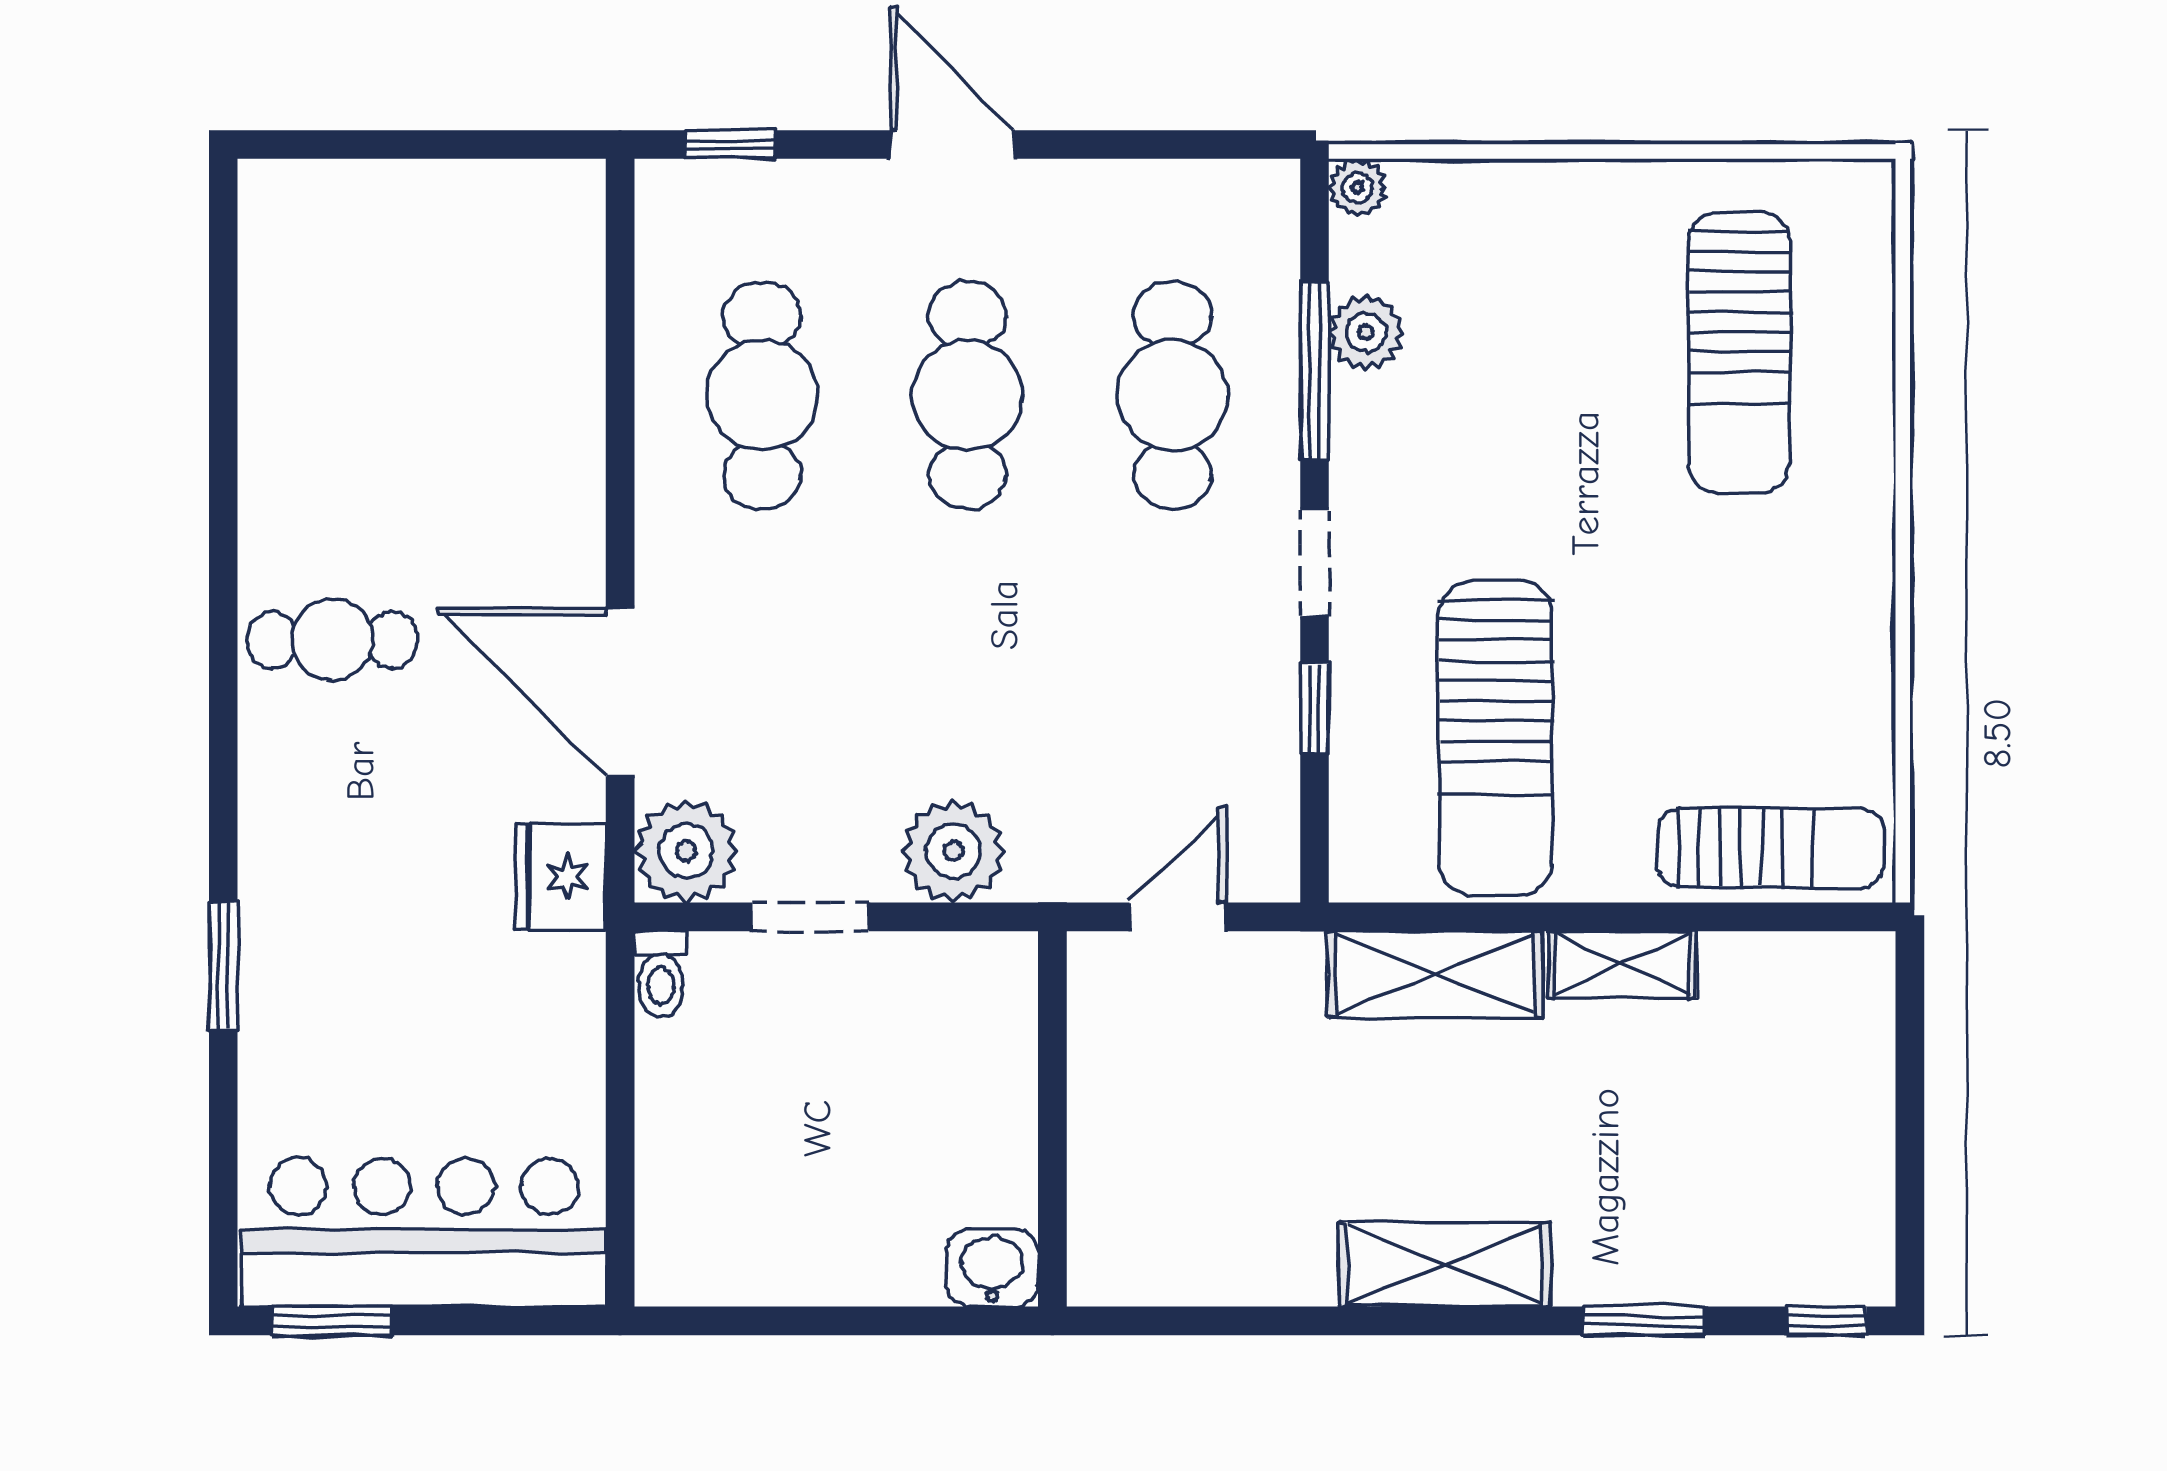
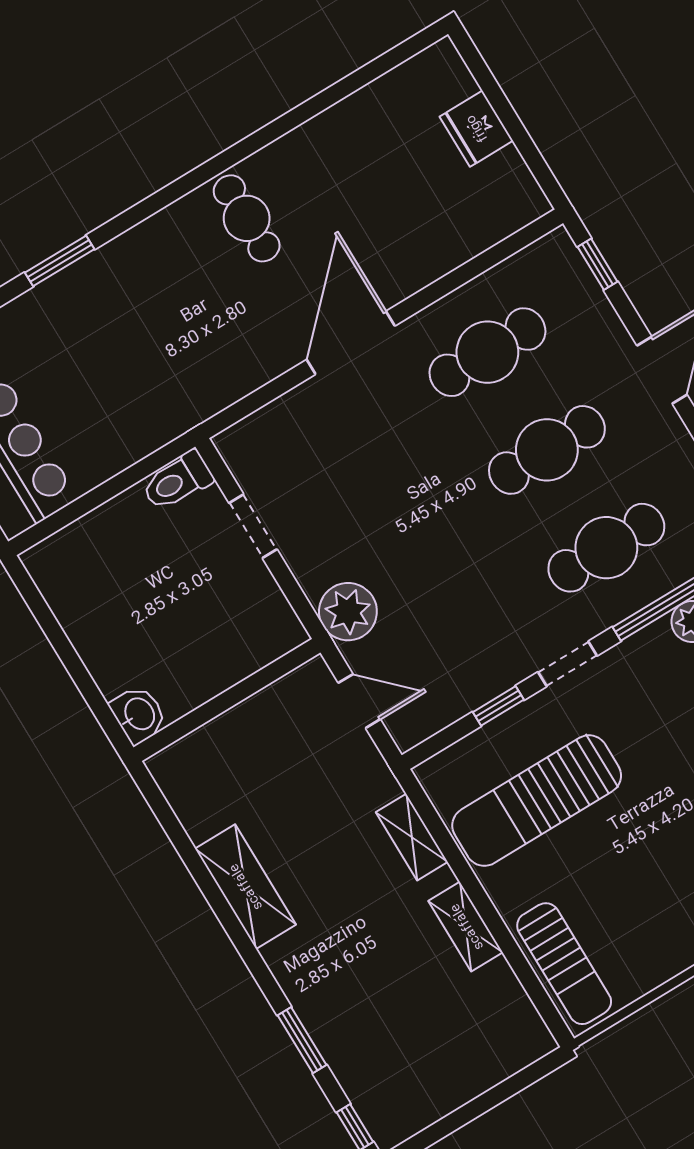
door: (620, 692) -> (351, 343), moved
plant: (686, 851) -> (249, 448), removed
plant: (953, 851) -> (348, 612), moved
fridge: (560, 877) -> (476, 129), moved, turned -90
toilet: (661, 974) -> (177, 481), width x1.37, depth x1.39
shelving: (1435, 974) -> (412, 837), width x0.67, depth x0.75
shelving: (1445, 1264) -> (245, 887), moved

